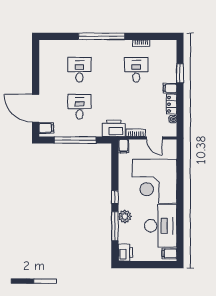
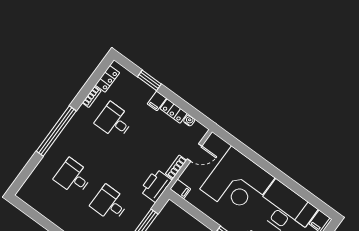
locker: (161, 45) -> (107, 79), added

